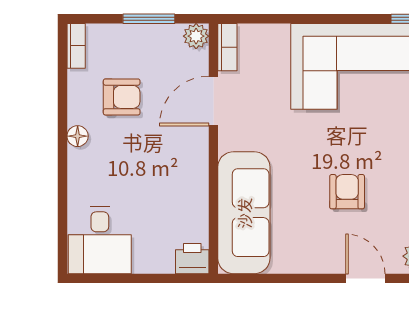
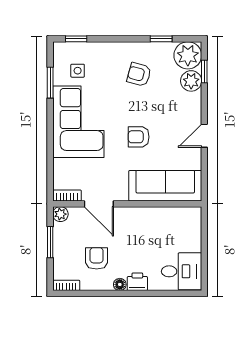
armchair: (347, 192) -> (139, 137), moved
printer: (192, 259) -> (137, 282), moved, turned 90
door: (365, 278) -> (204, 136), moved

